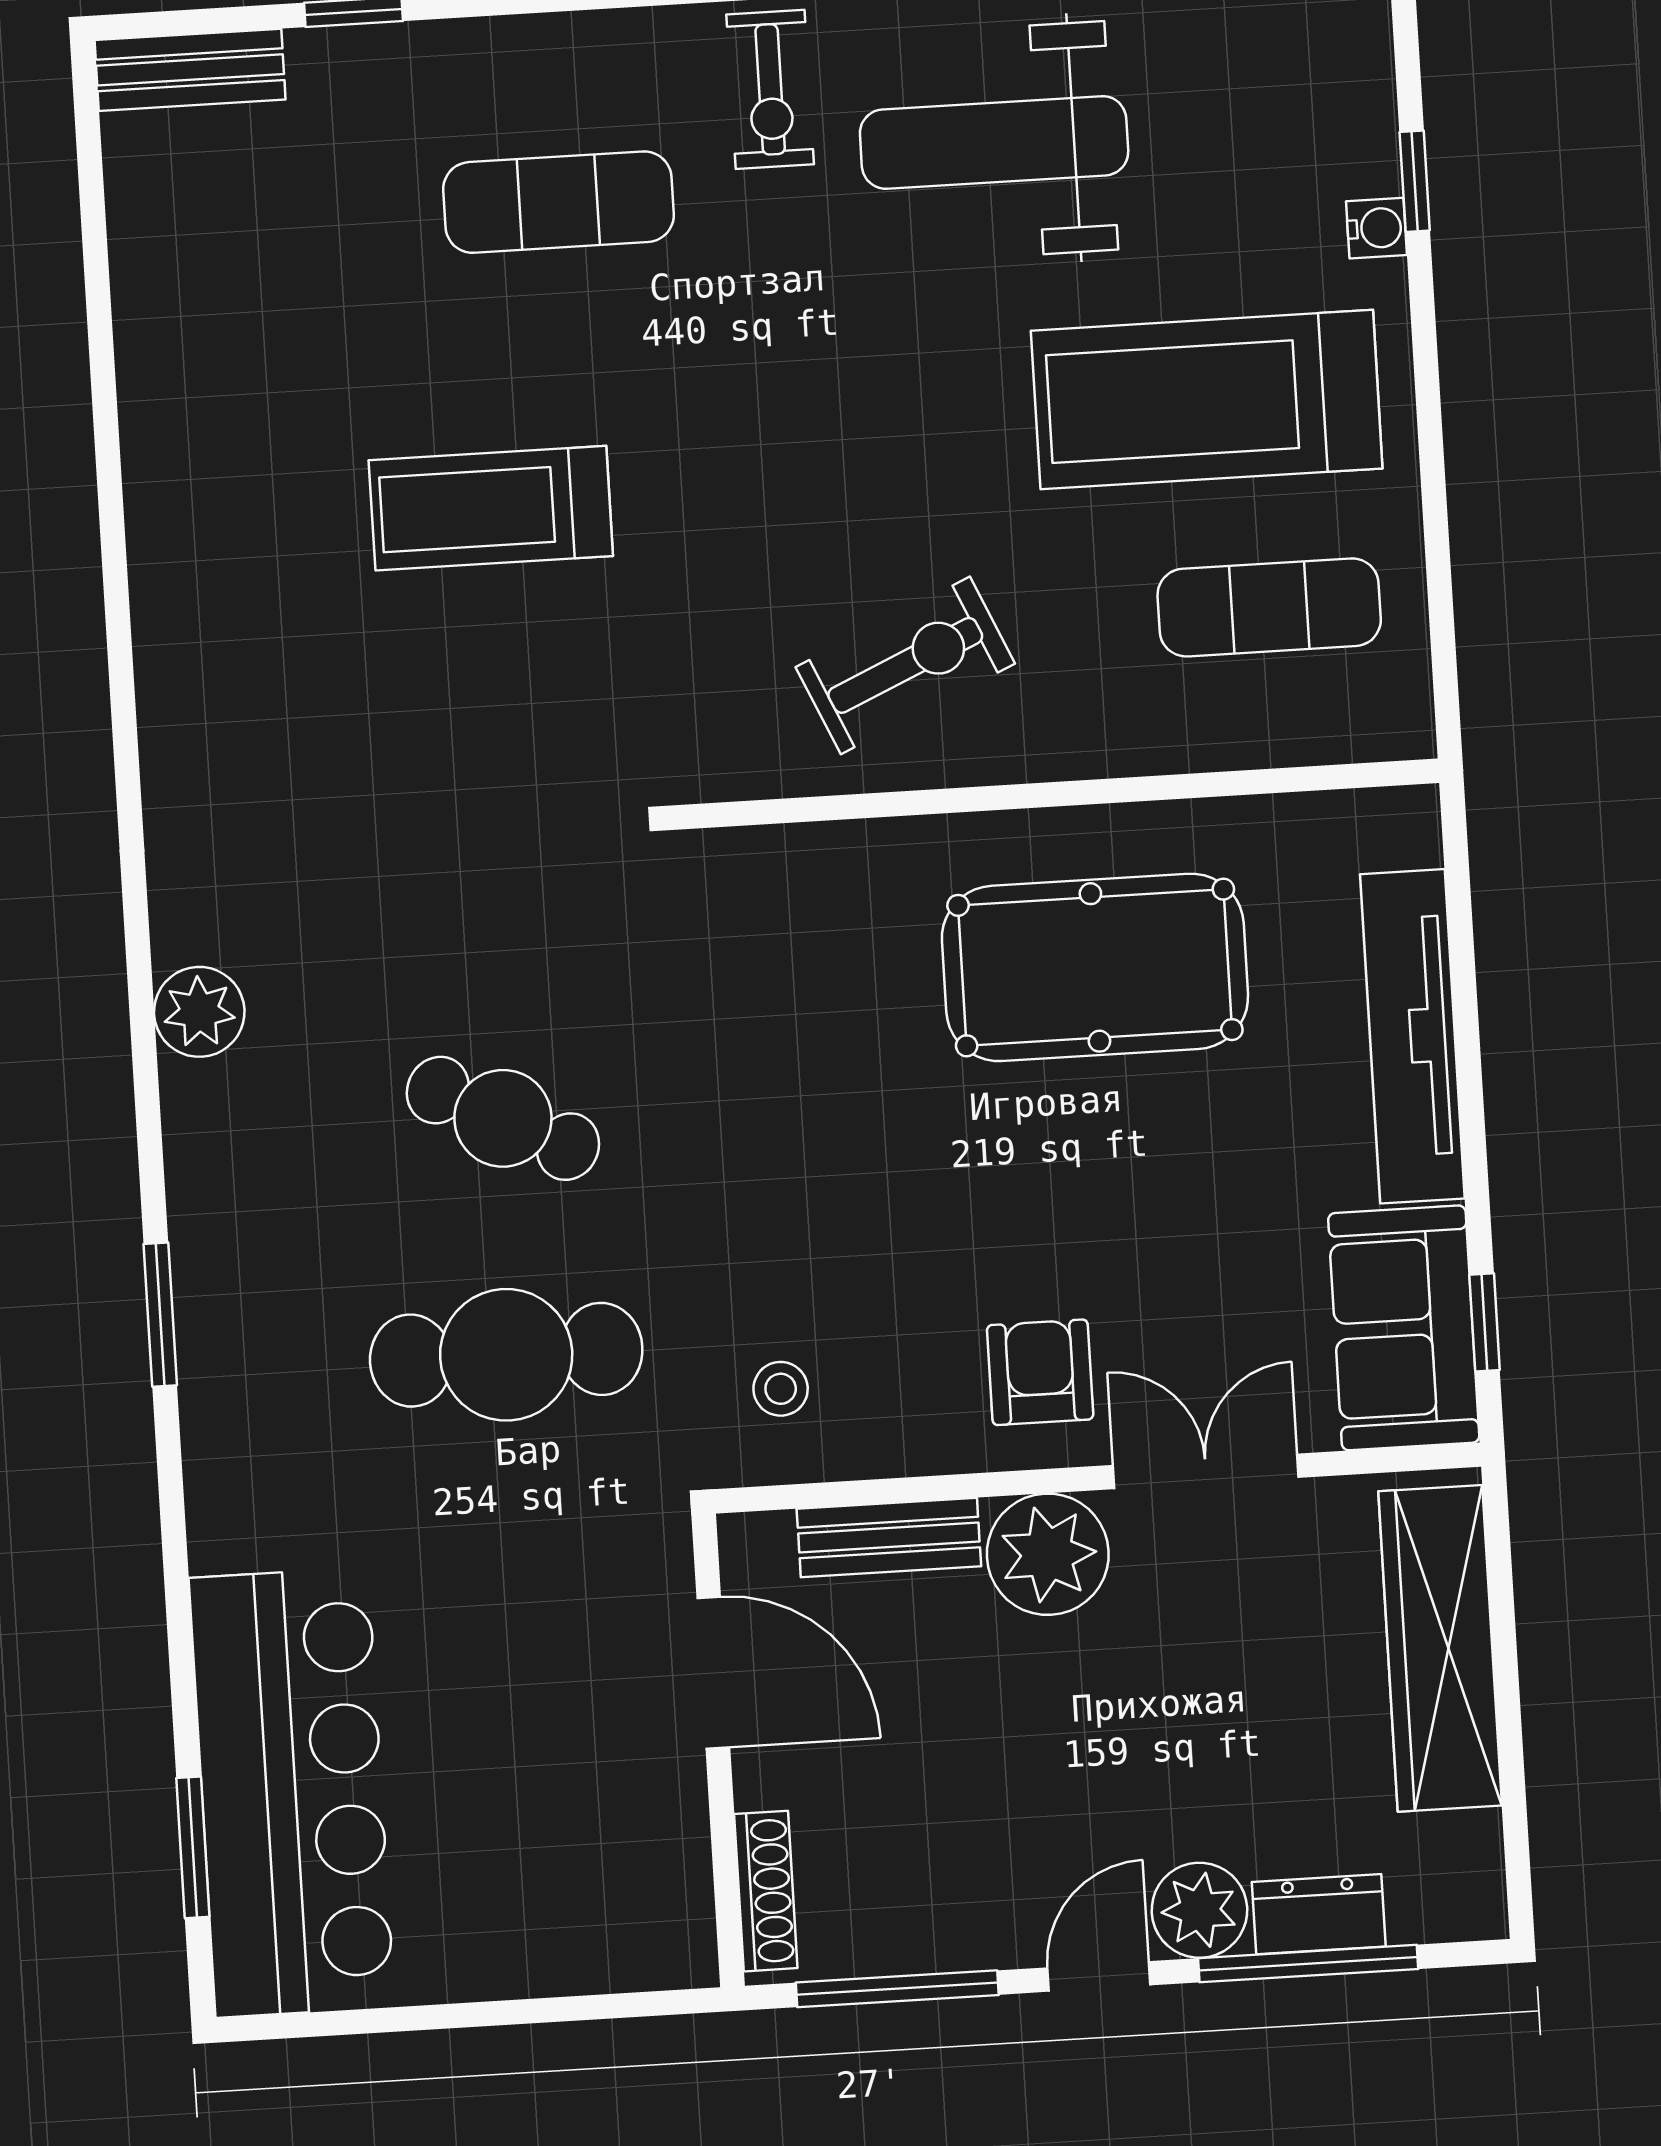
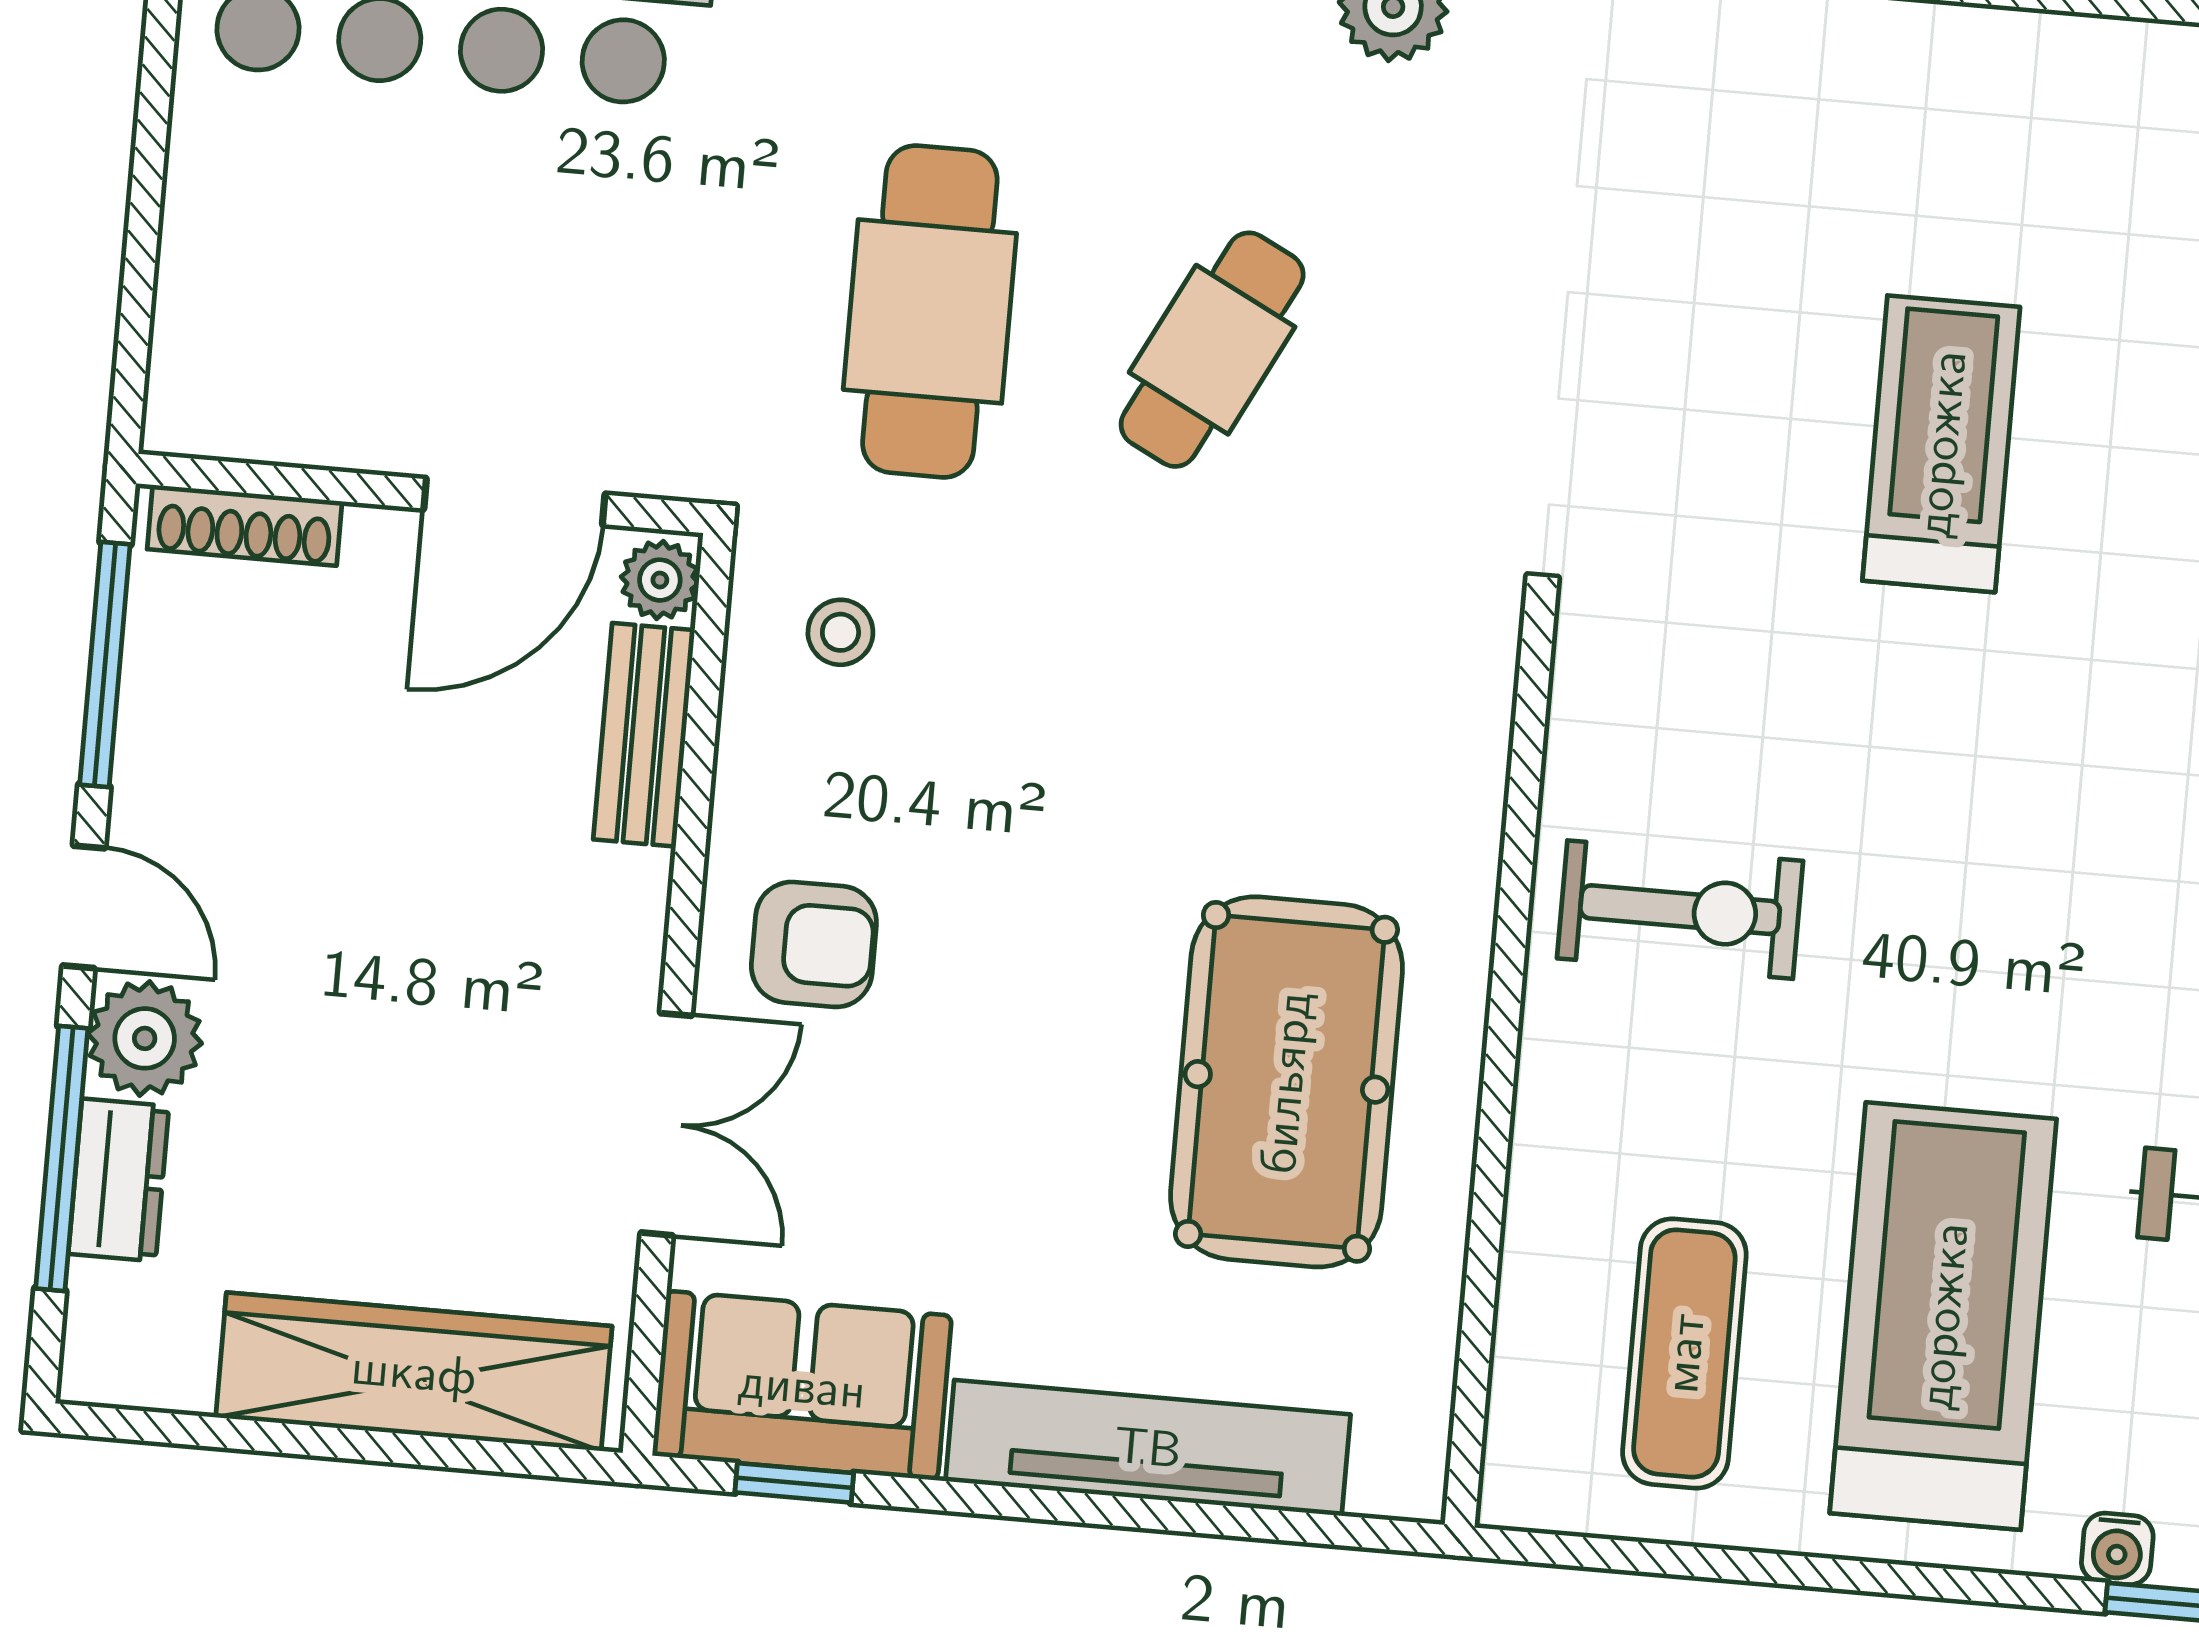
exercise bike: (905, 665) -> (1680, 910), turned -66
plant: (1048, 1554) -> (660, 580), moved, width x0.53, depth x0.53

